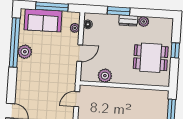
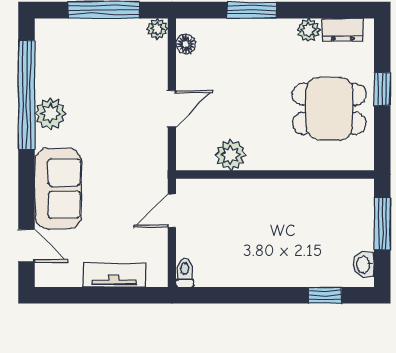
sofa: (43, 20) -> (58, 188), moved, turned -90
dresser: (128, 21) -> (343, 30), moved
plant: (75, 28) -> (157, 29), moved

